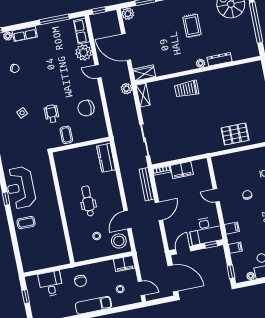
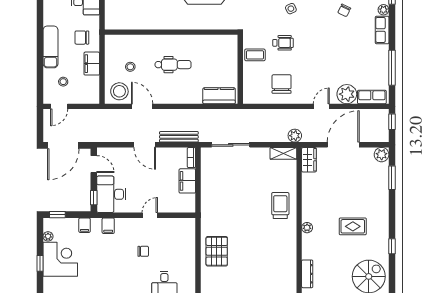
dresser: (219, 59) -> (307, 274), moved
filing cabinet: (124, 264) -> (92, 64), moved

